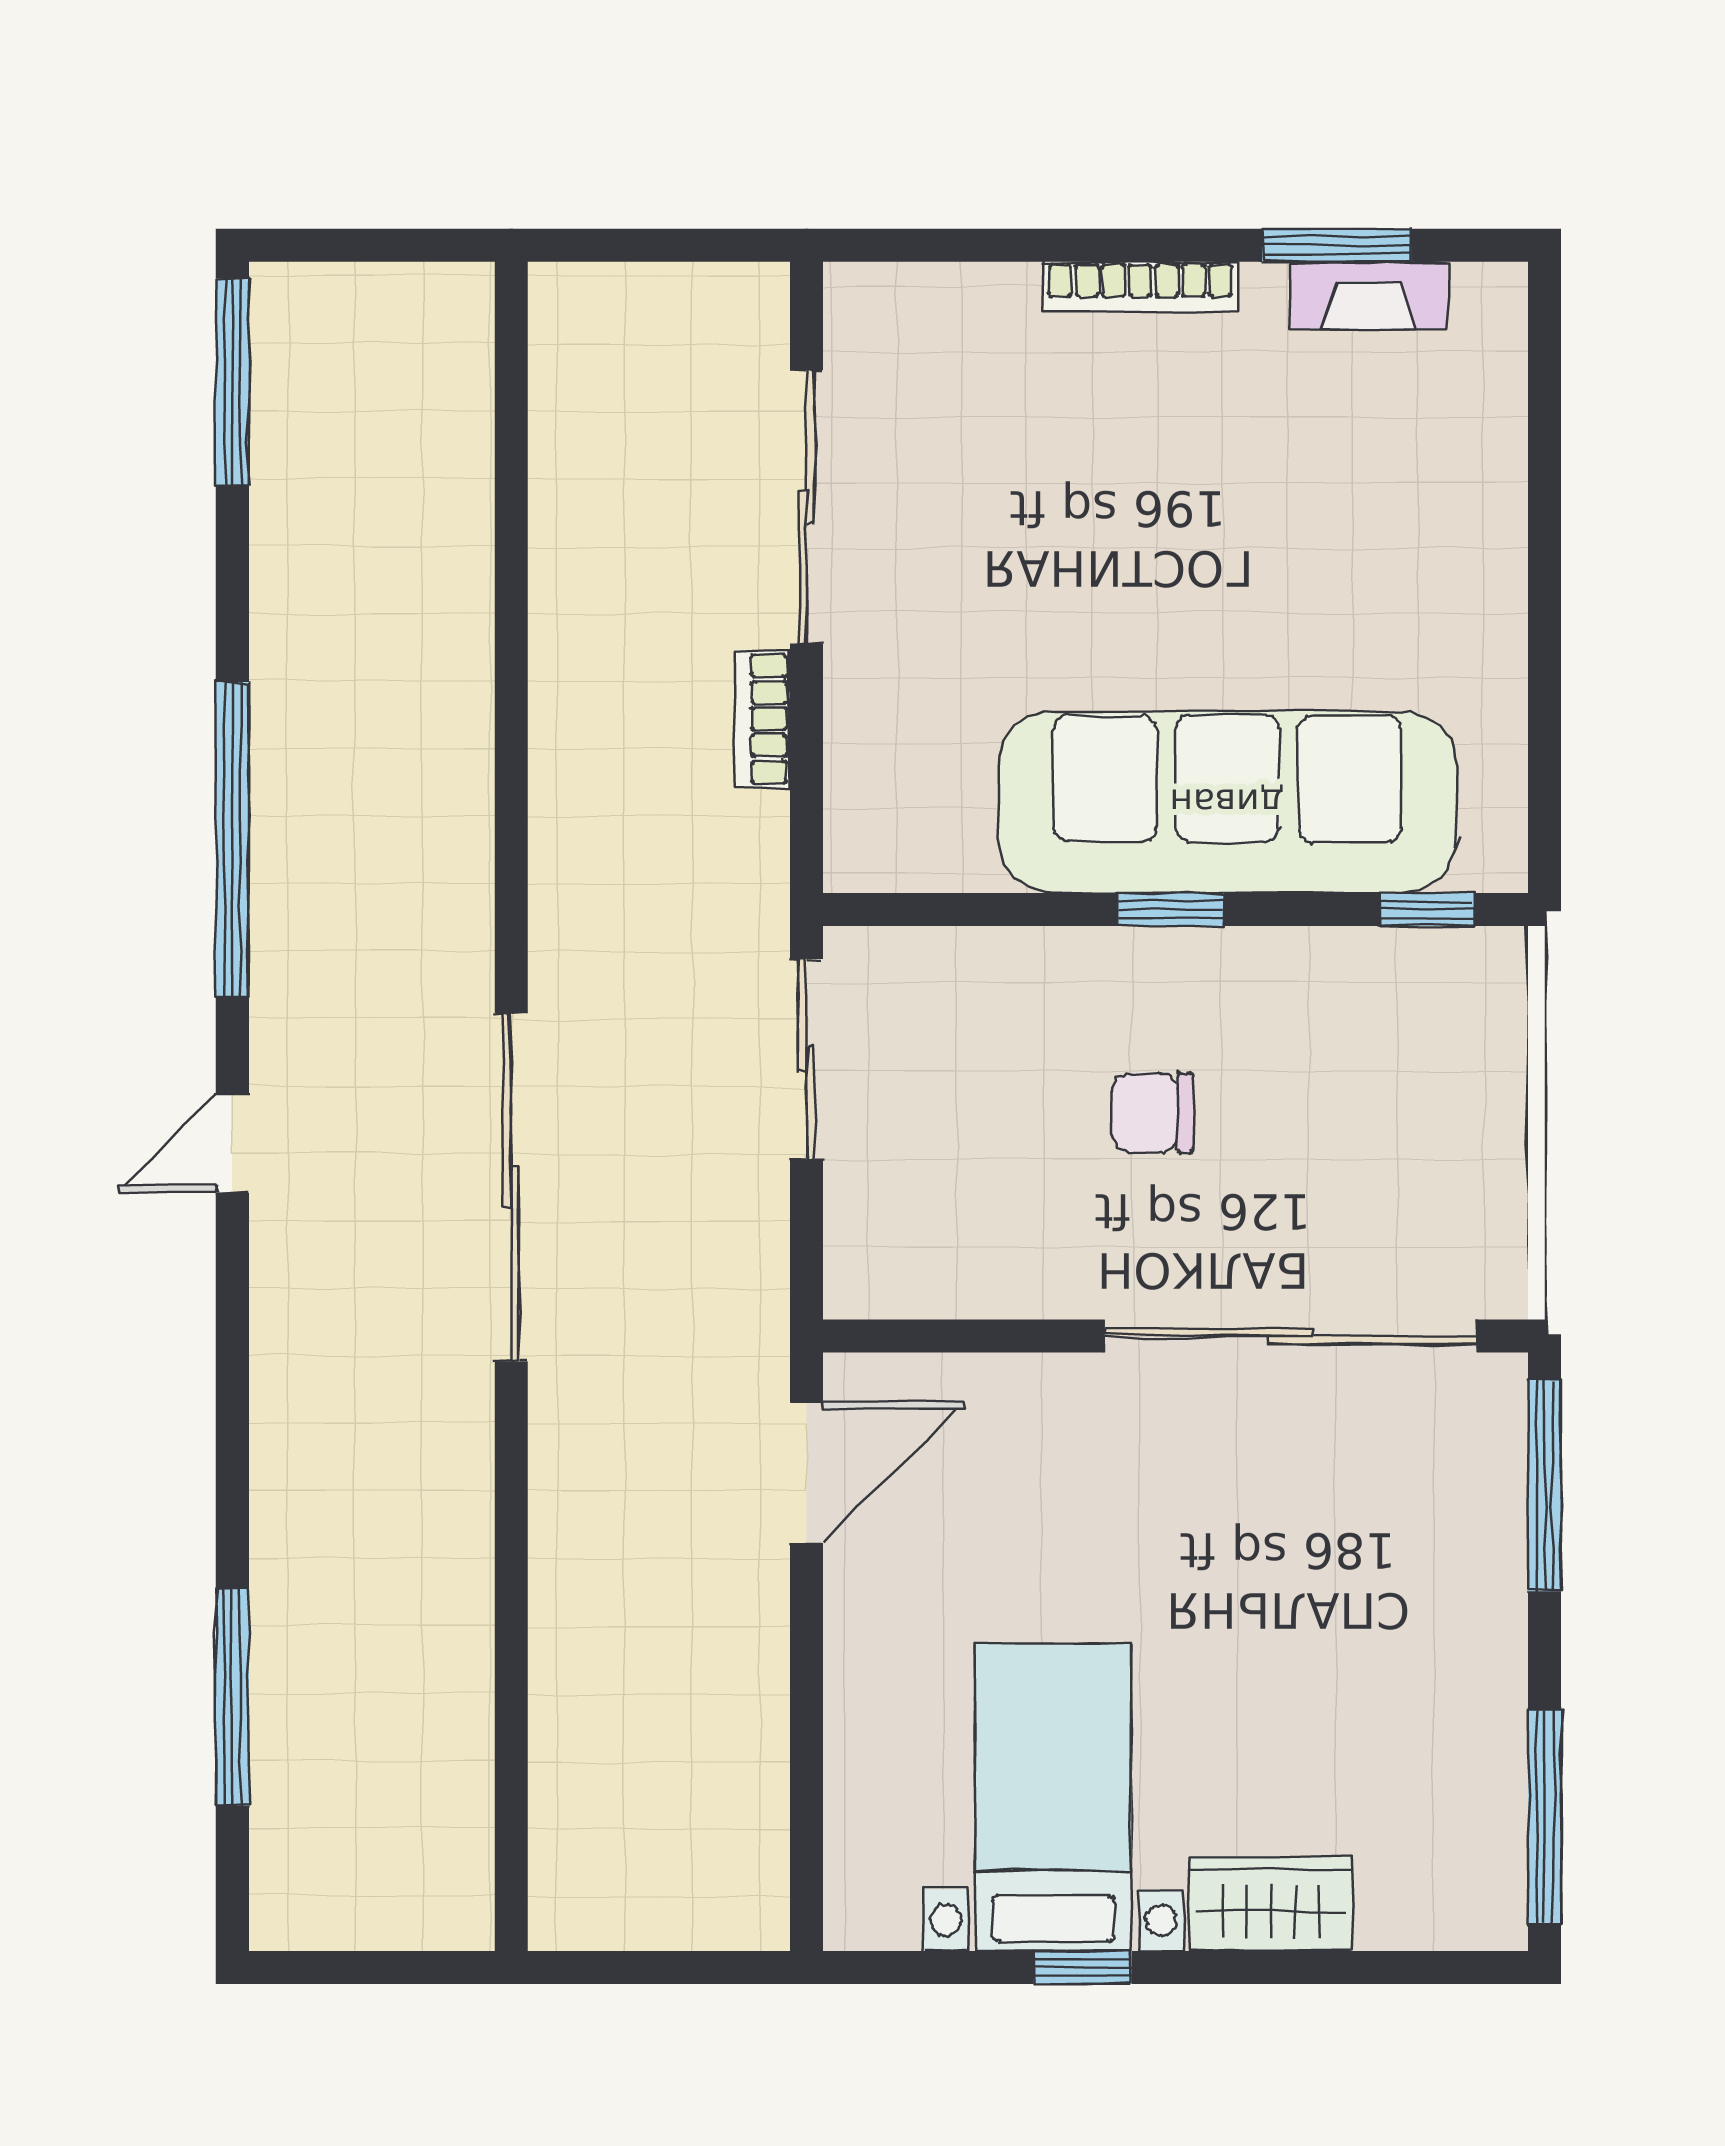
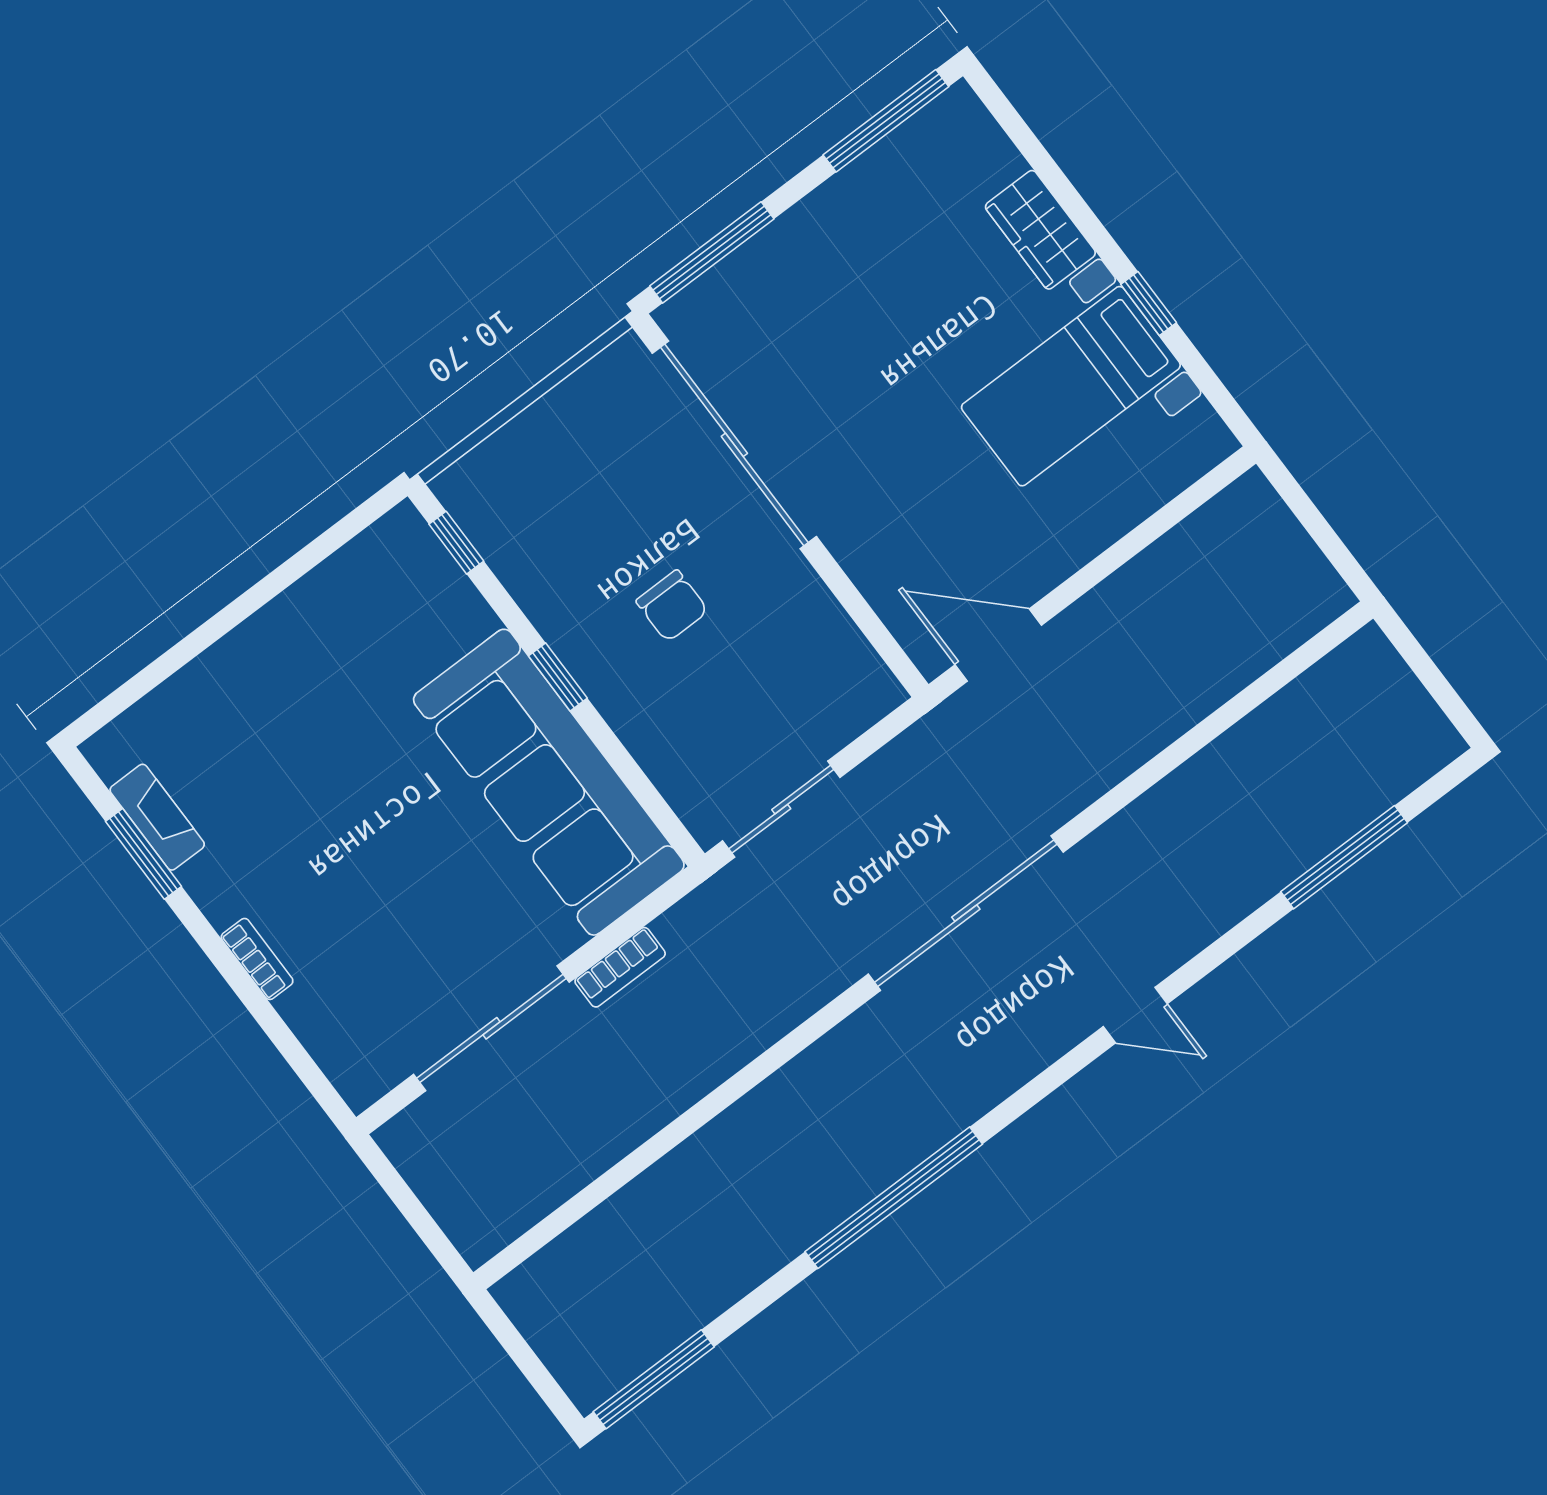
bookcase: (1140, 287) -> (257, 959), width x0.64
sofa: (1227, 802) -> (549, 782), moved
door: (232, 1144) -> (1135, 1015), moved

